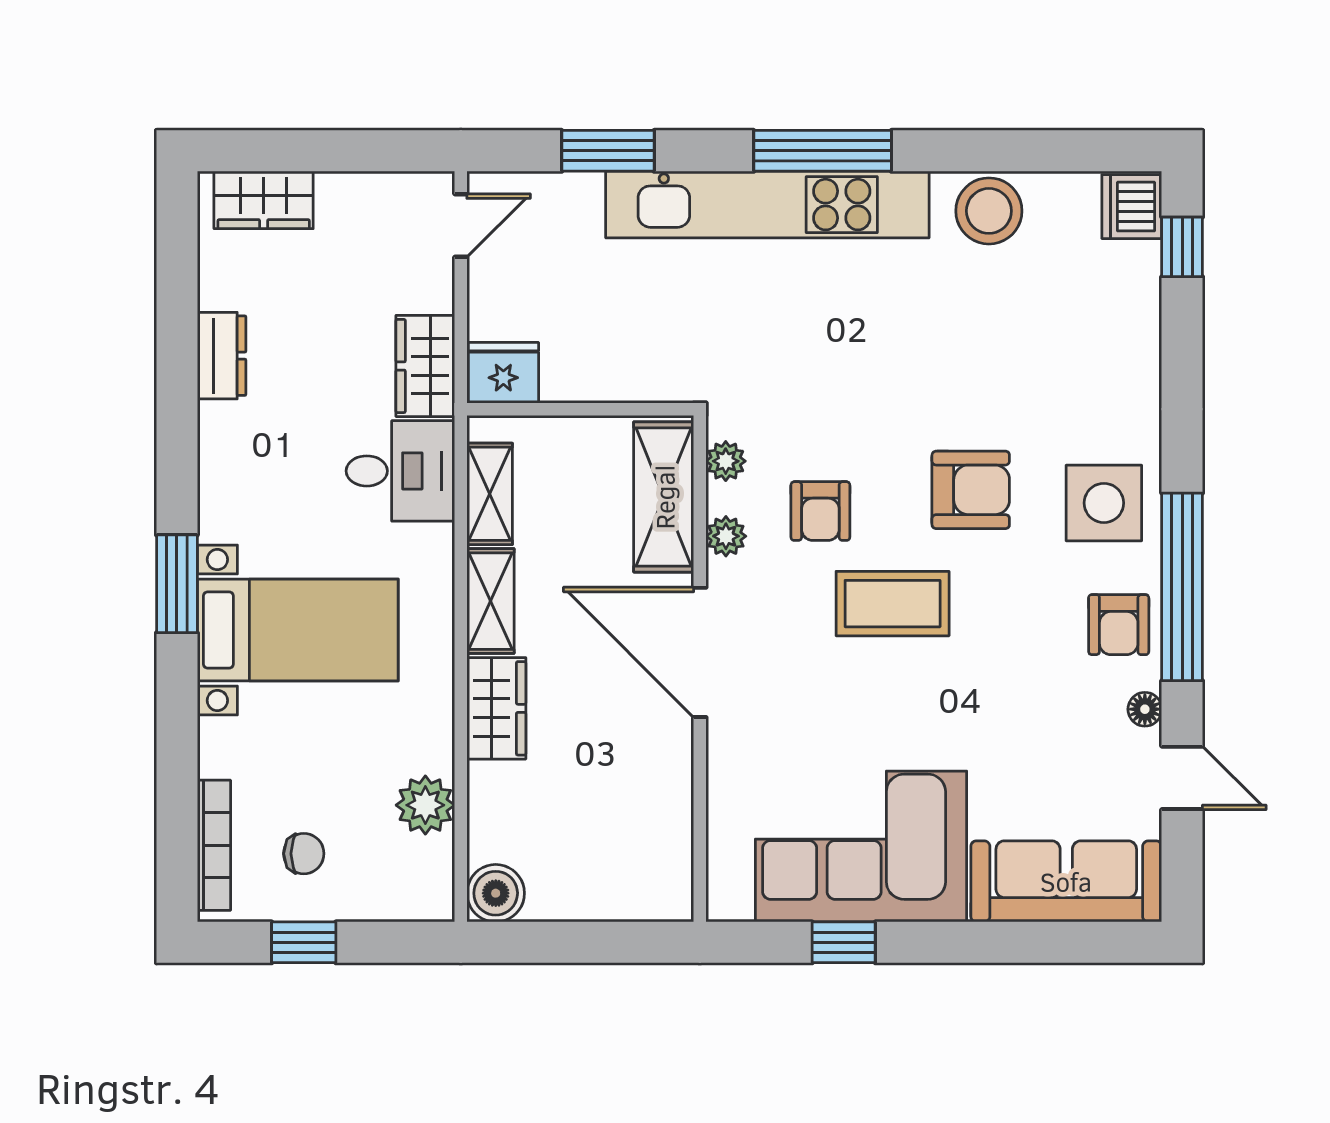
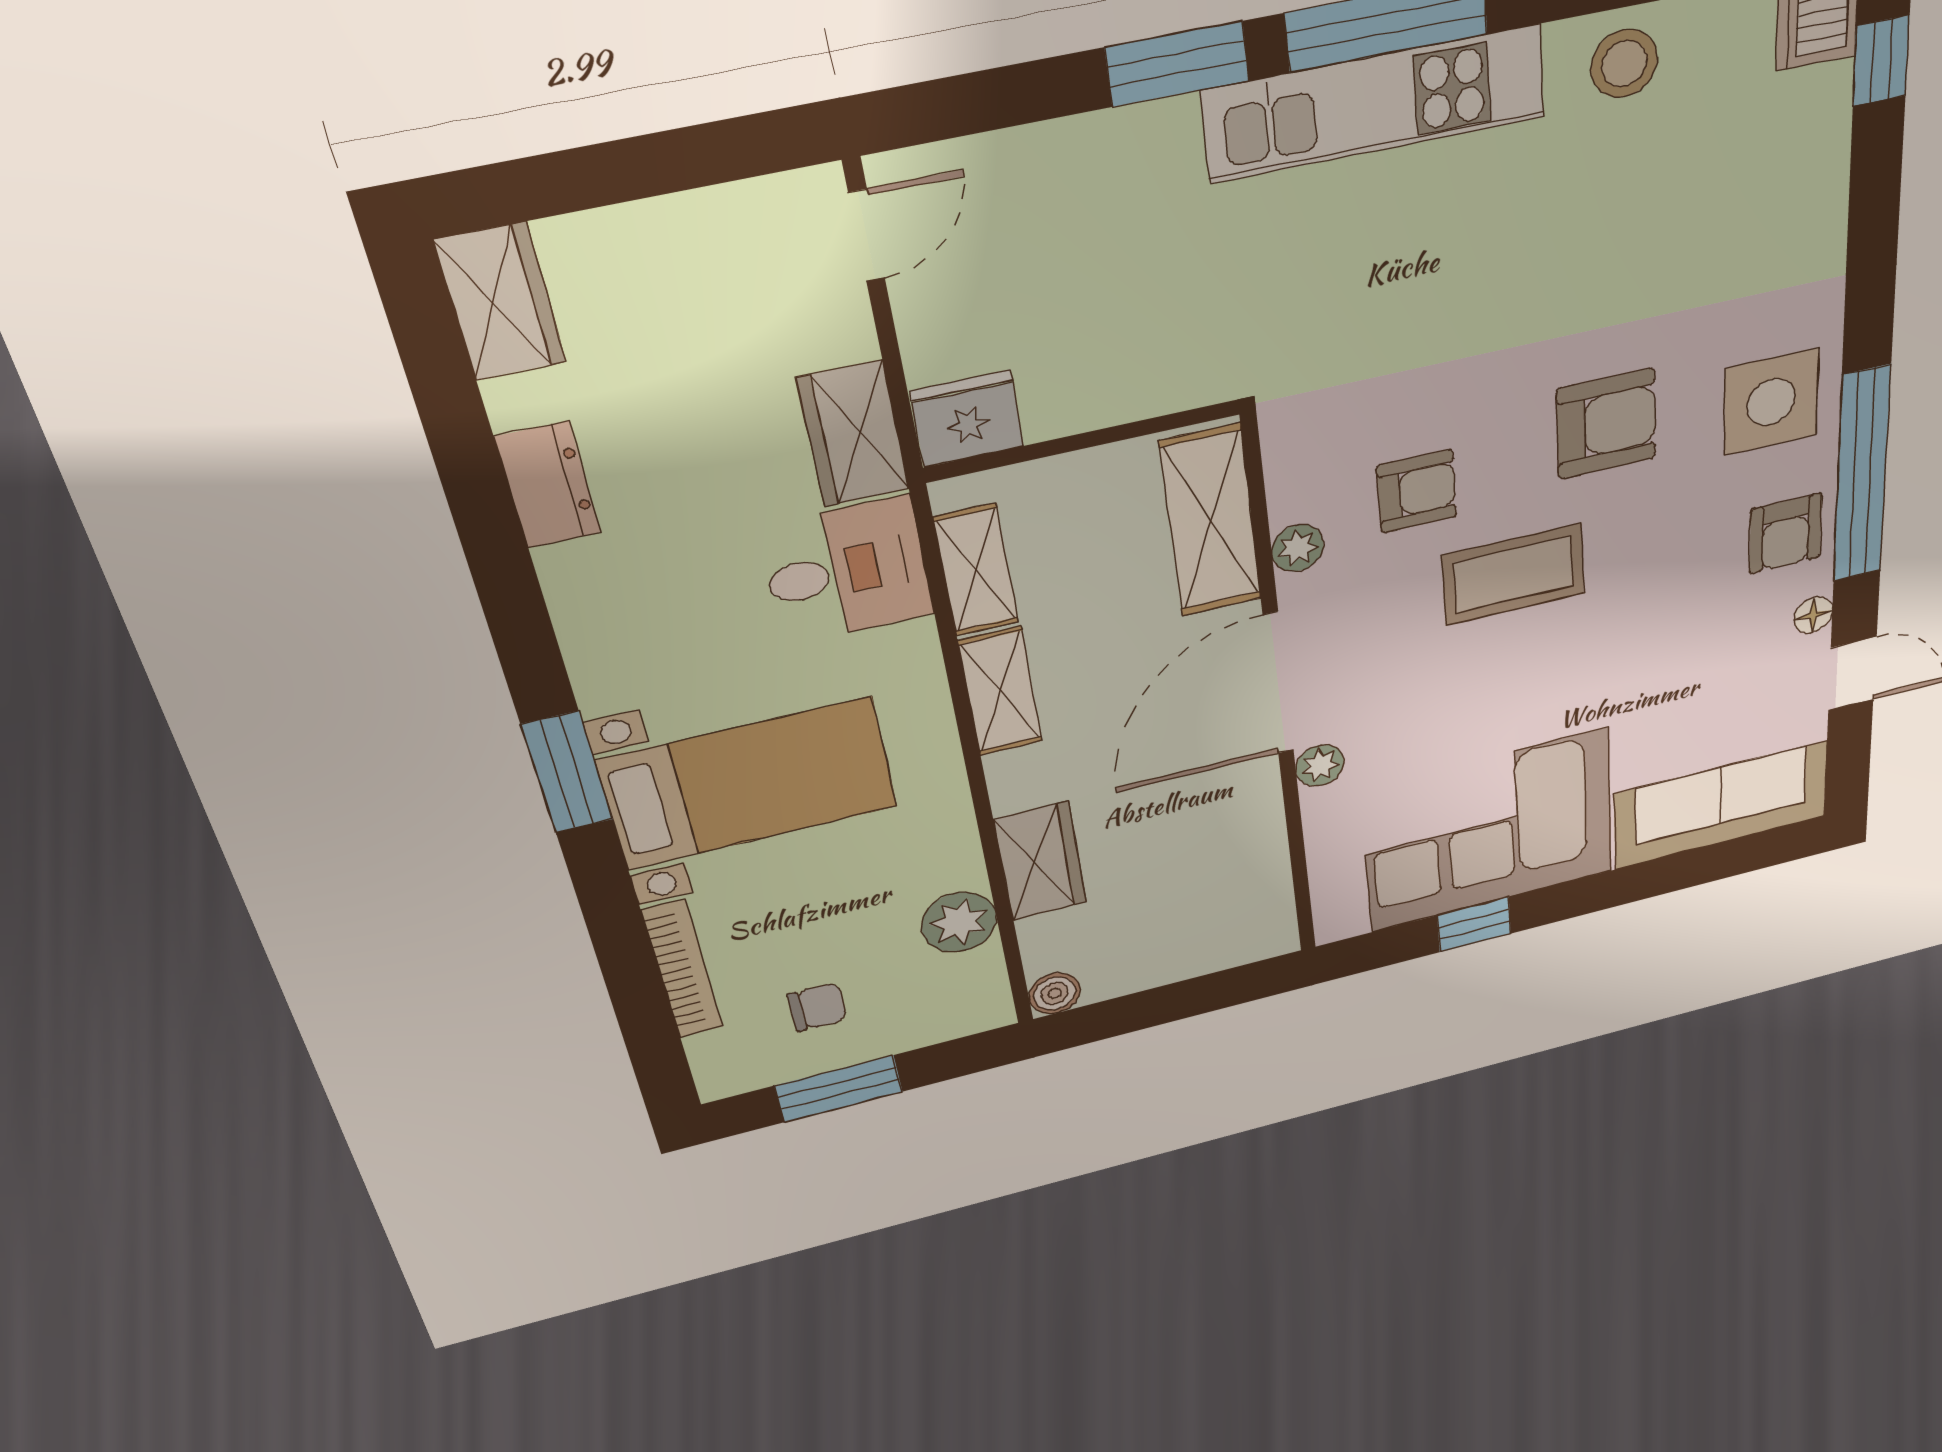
window: (608, 151) -> (1177, 64), moved
wardrobe: (264, 200) -> (501, 302), moved, turned -90
kitchen unit: (767, 205) -> (1375, 104), width x0.73
stool: (989, 211) -> (1624, 63), width x0.73, depth x0.73
plant: (726, 461) -> (1320, 765), moved
armchair: (820, 511) -> (1417, 491), turned -90
door: (700, 652) -> (1278, 683), hinge flipped
wardrobe: (496, 708) -> (1040, 861), moved
bookcase: (214, 845) -> (683, 969), moved
boiler: (496, 893) -> (1055, 993), width x0.73, depth x0.73
window: (304, 942) -> (839, 1089), width x1.50

